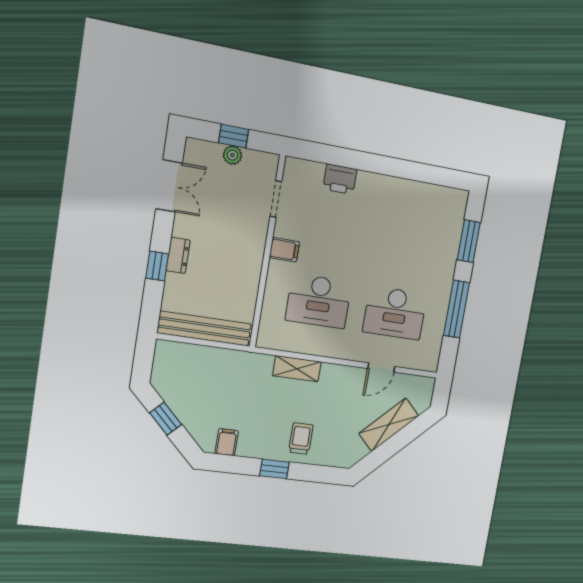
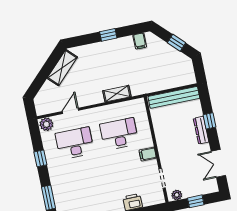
plant: (232, 155) -> (177, 195), moved
dresser: (178, 255) -> (201, 130), width x1.44
window: (457, 309) -> (40, 158), width x0.46
plant: (426, 360) -> (46, 124), added
shelving: (389, 425) -> (62, 68), moved
trolley: (301, 438) -> (100, 56), removed

